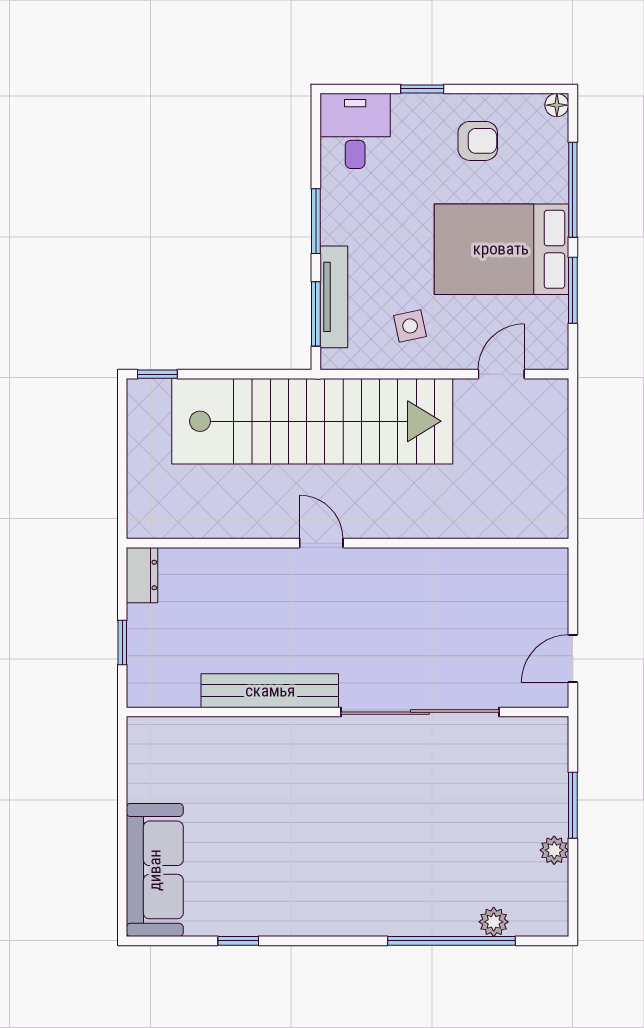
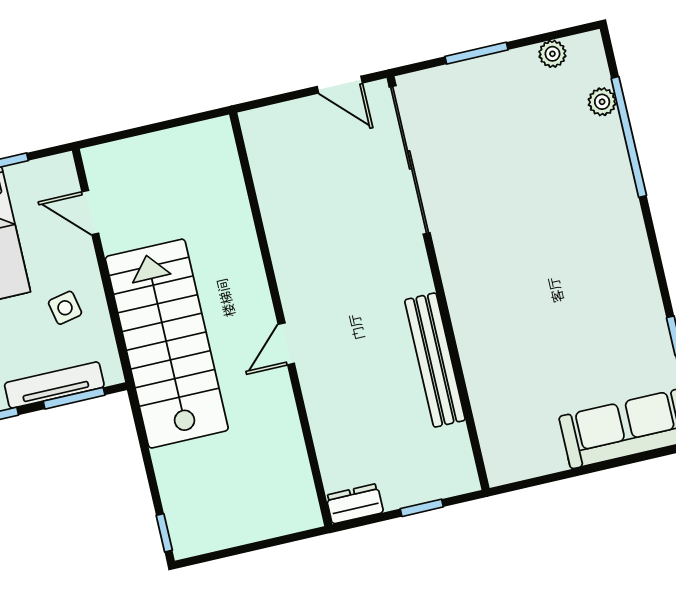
stairs: (312, 421) -> (167, 344), width x0.73
sliding door: (420, 712) -> (410, 160), moved
plant: (554, 850) -> (552, 54), moved

